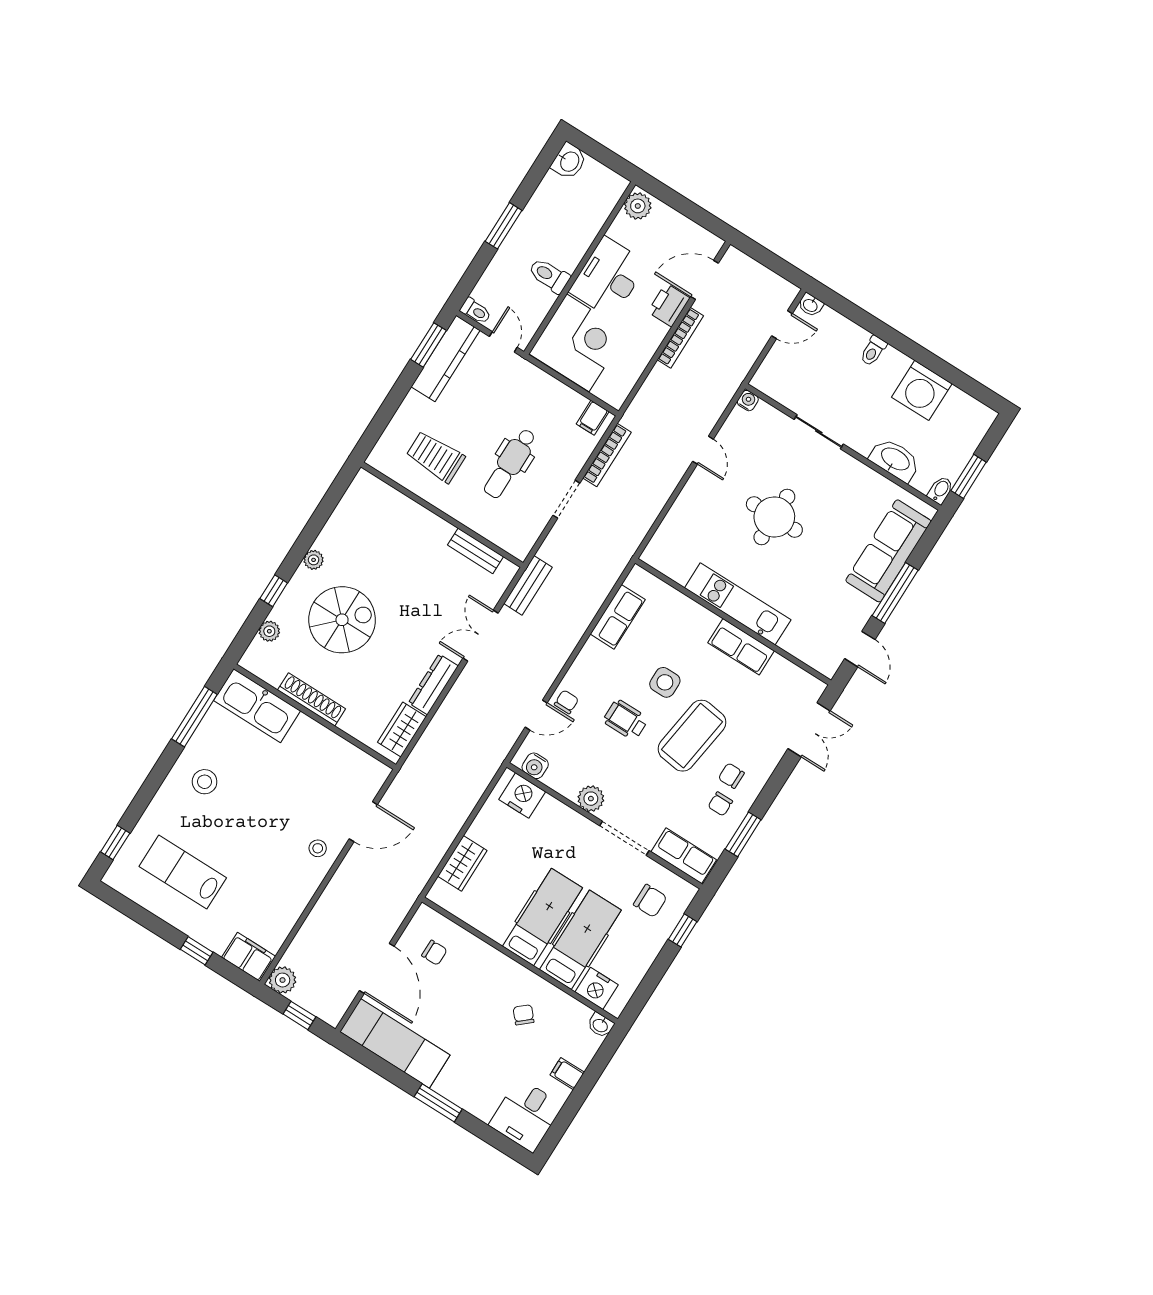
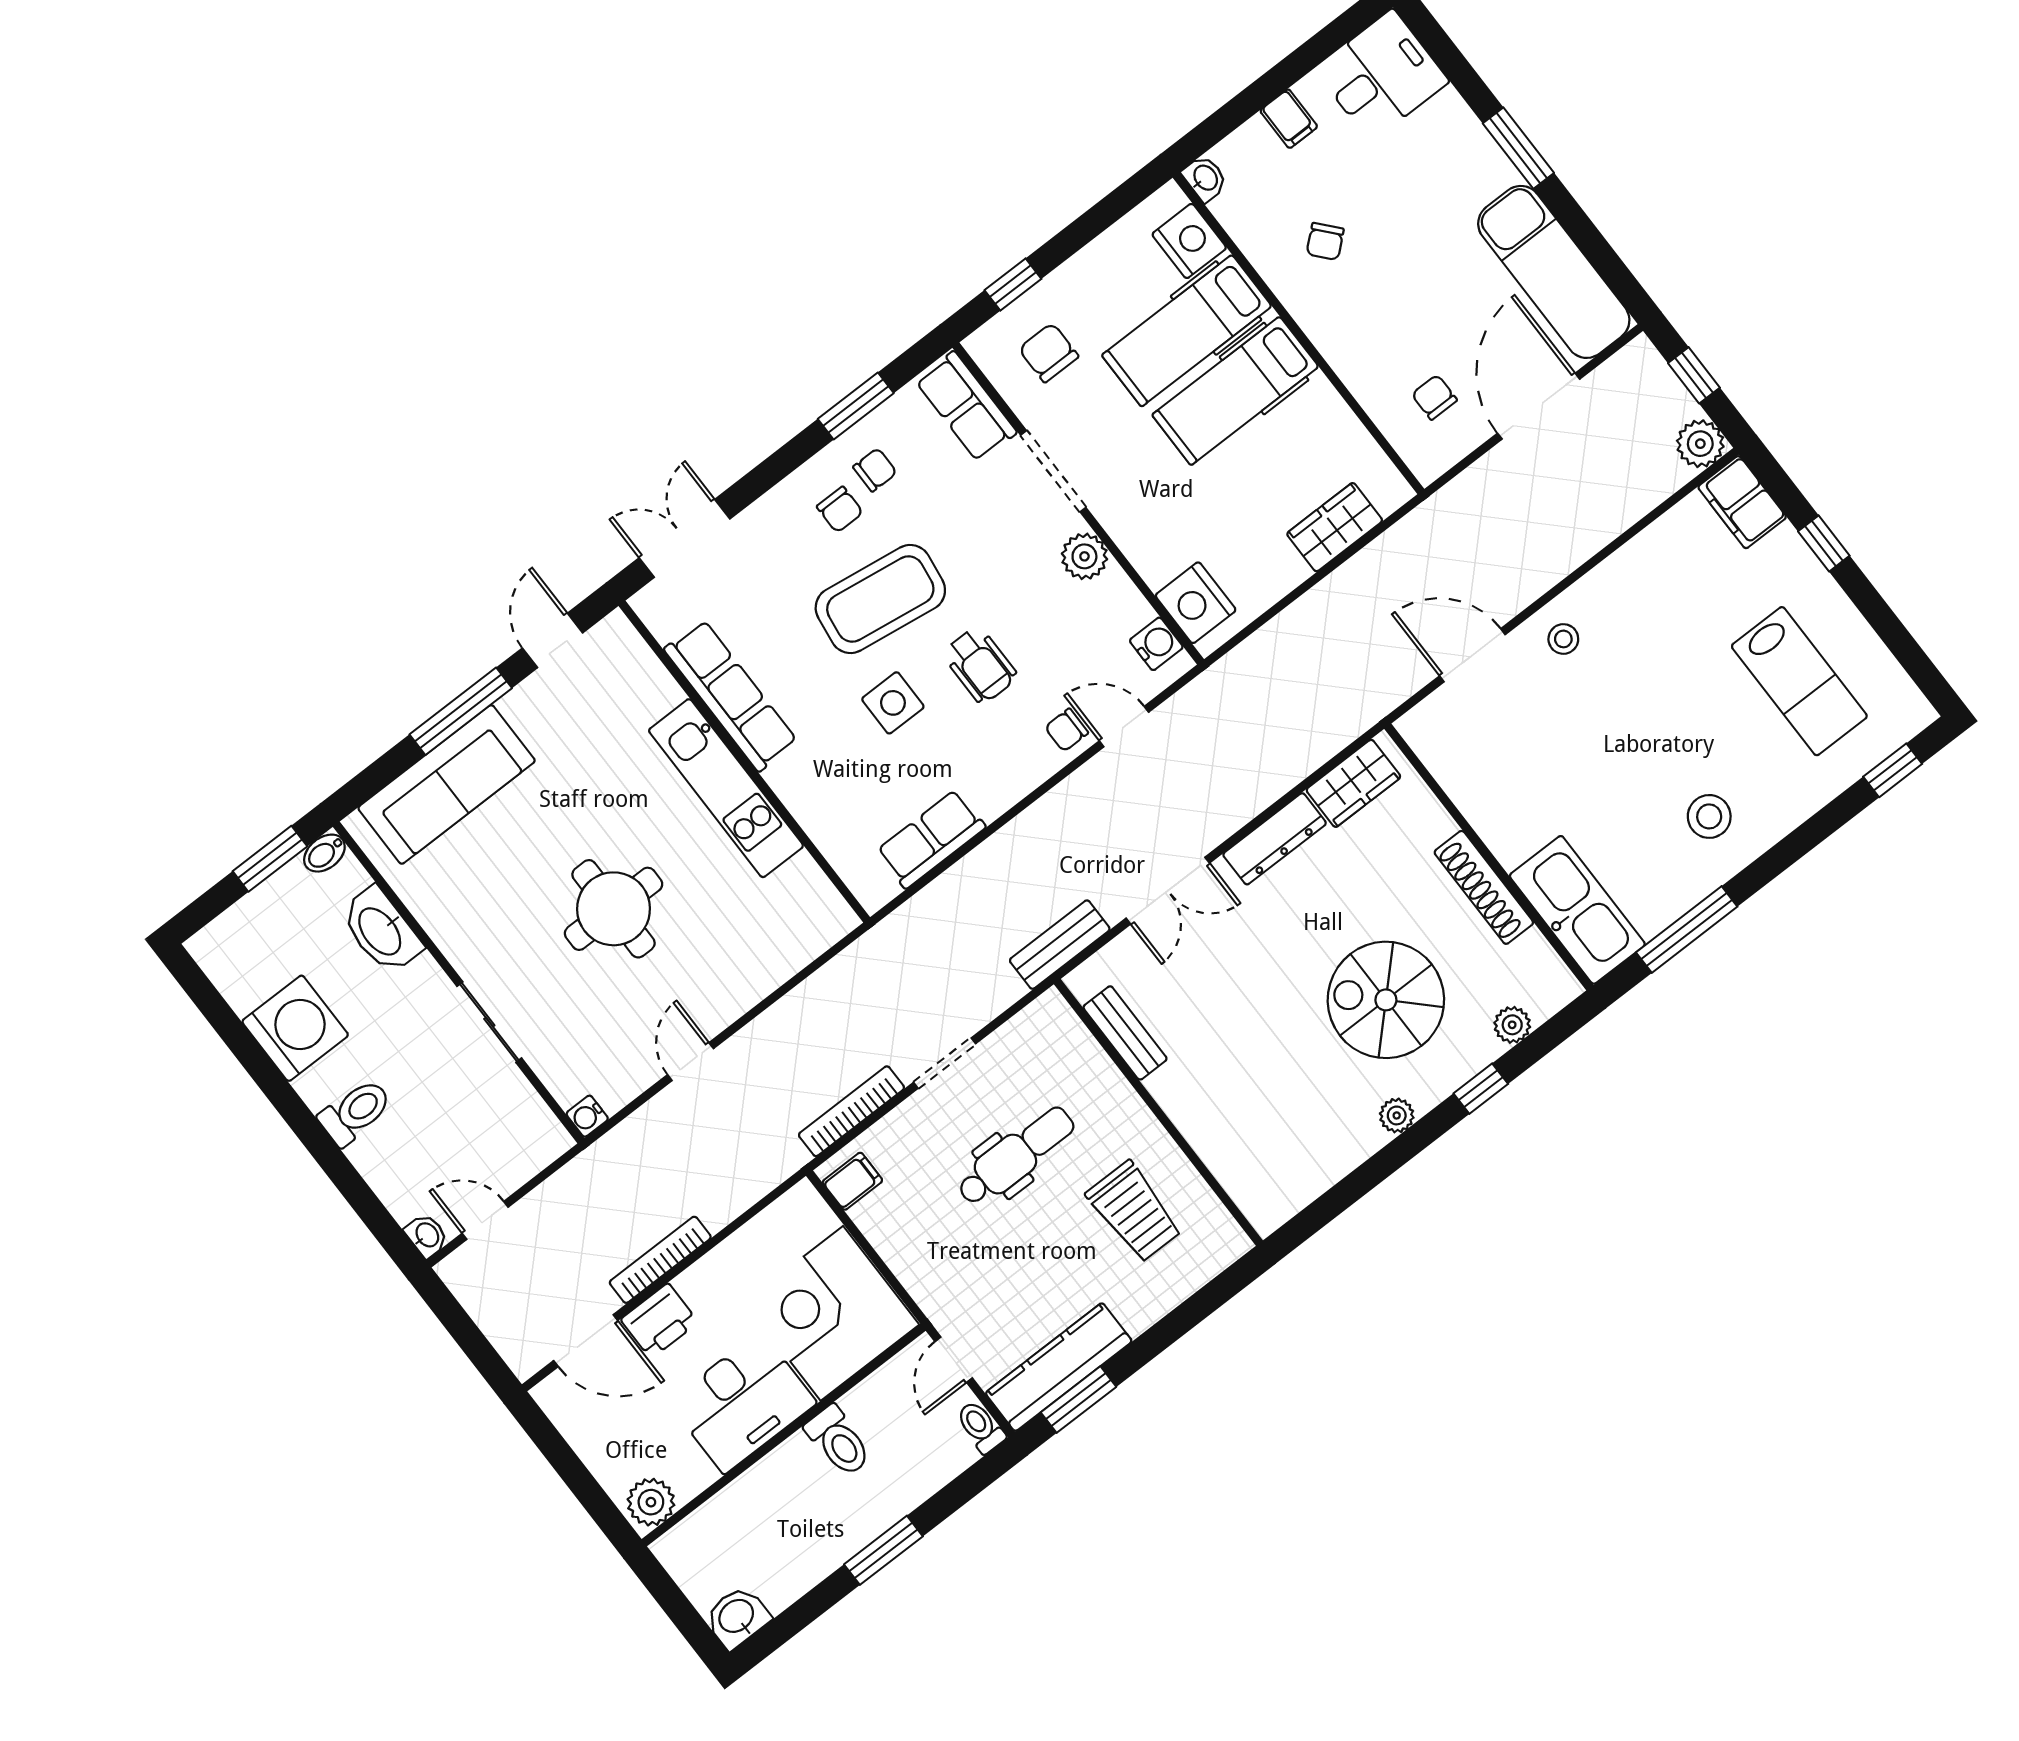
toilet: (873, 351) -> (355, 1112), width x1.37, depth x1.39
row of seats: (741, 647) -> (731, 695), width x1.48

